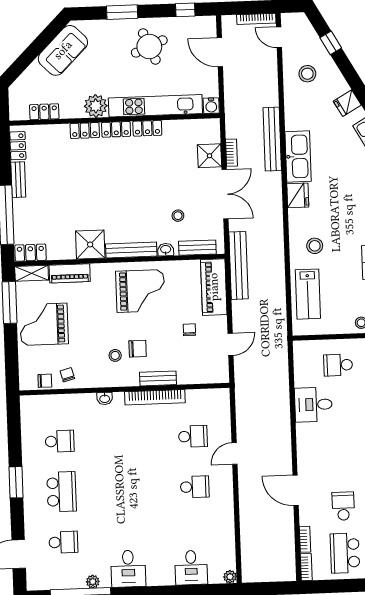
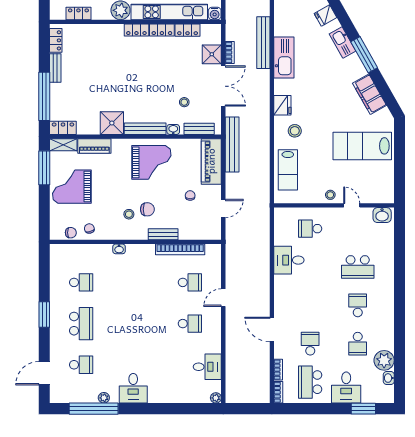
locker: (85, 131) -> (188, 30), moved
fridge: (298, 195) -> (282, 105), moved
bookcase: (155, 397) -> (180, 249), moved
desk: (191, 568) -> (207, 367), moved, turned -90

